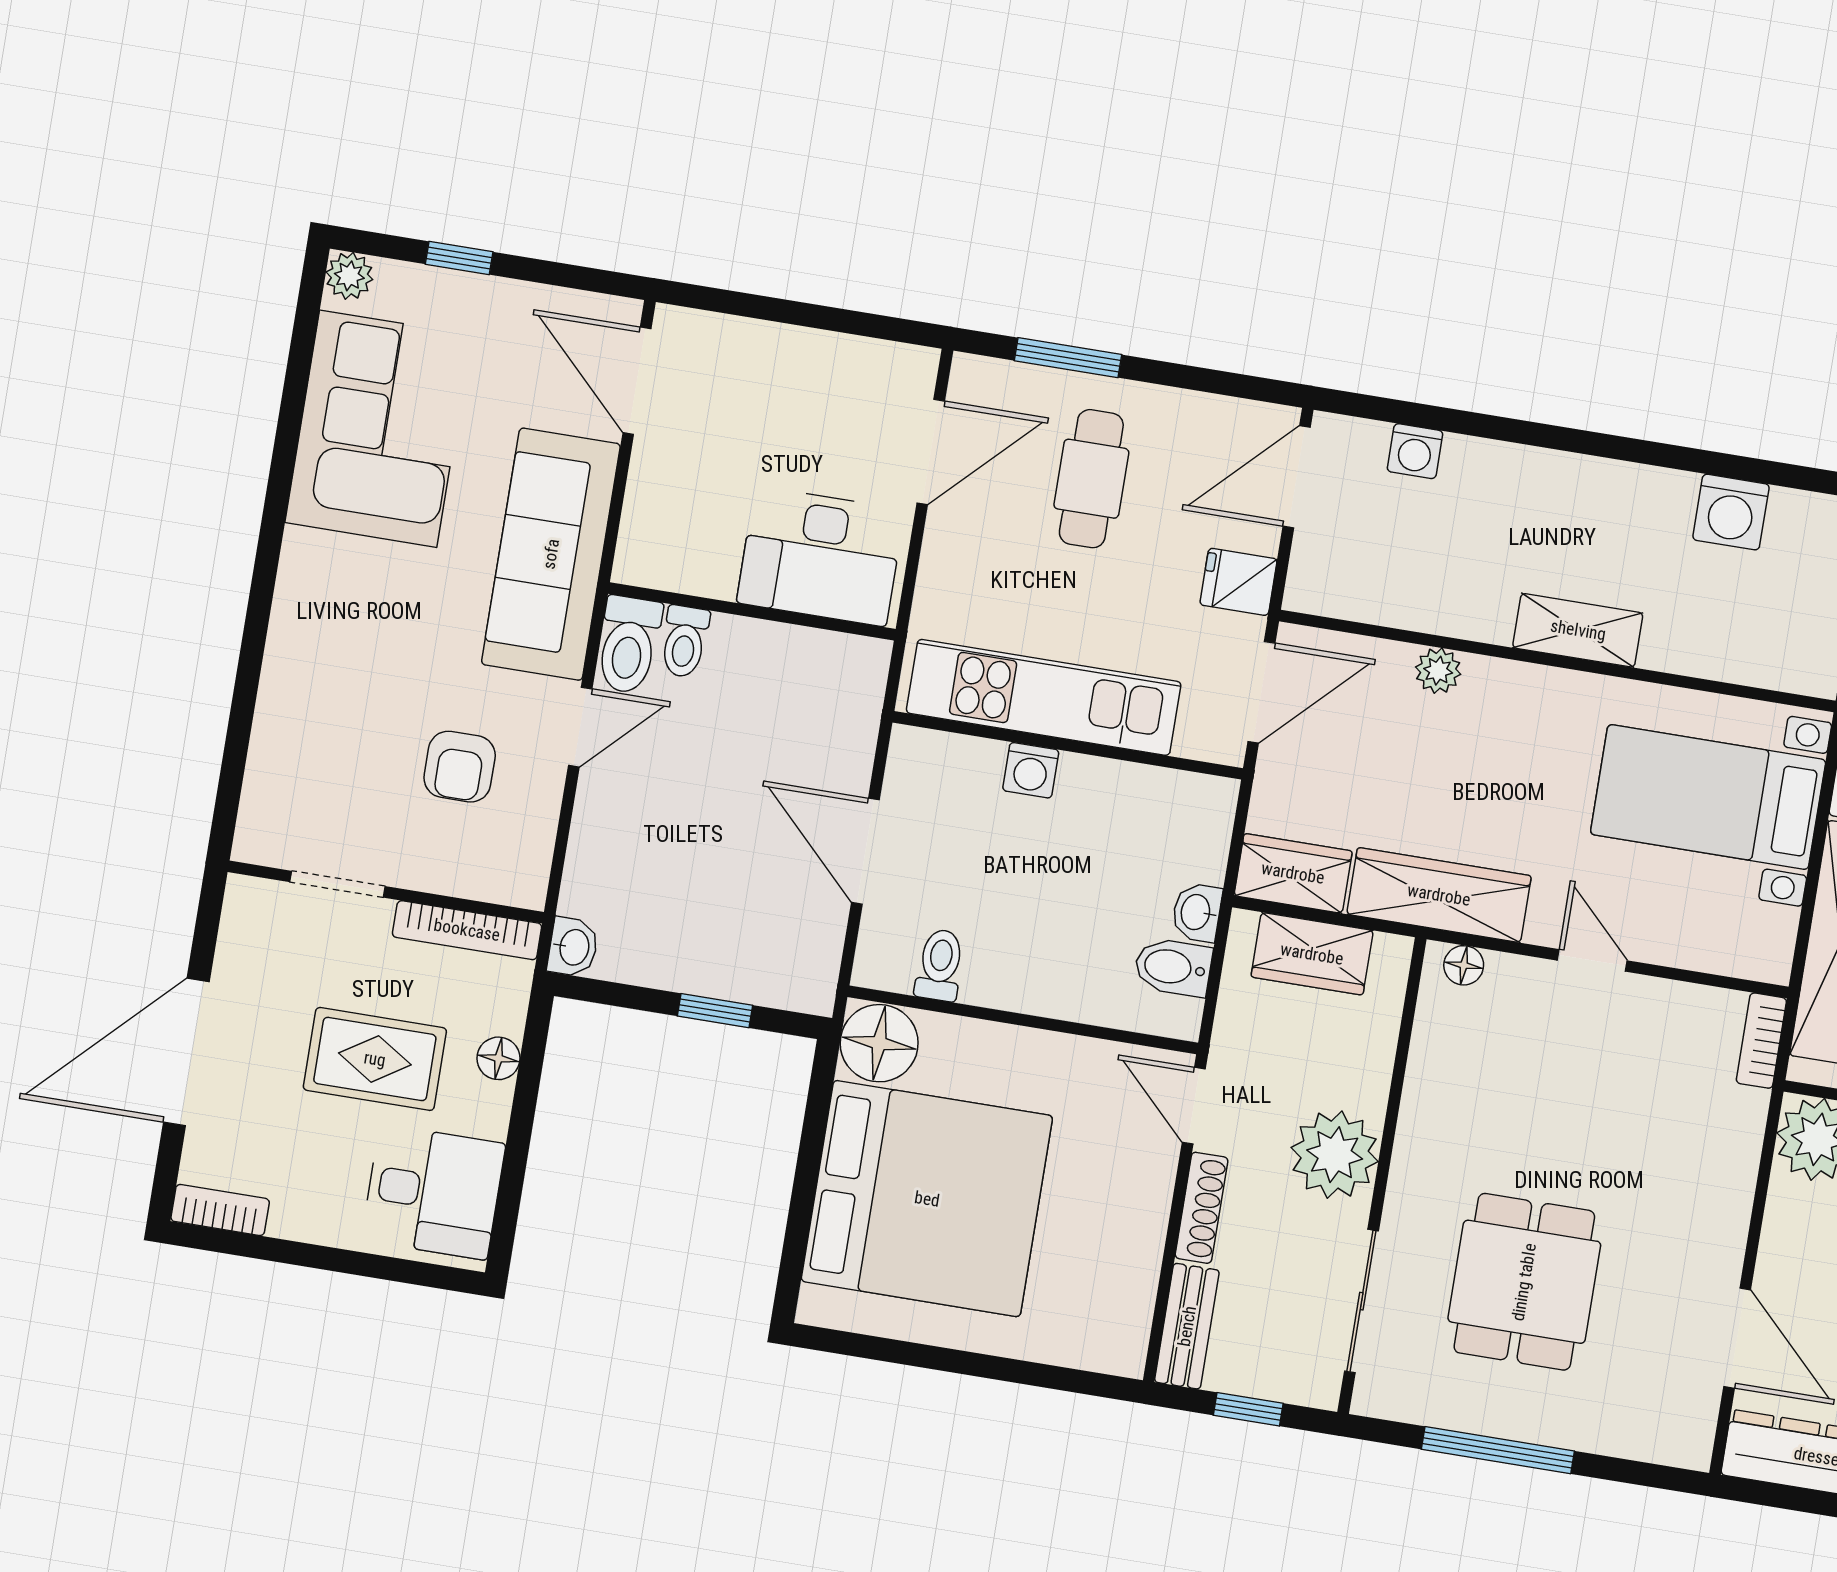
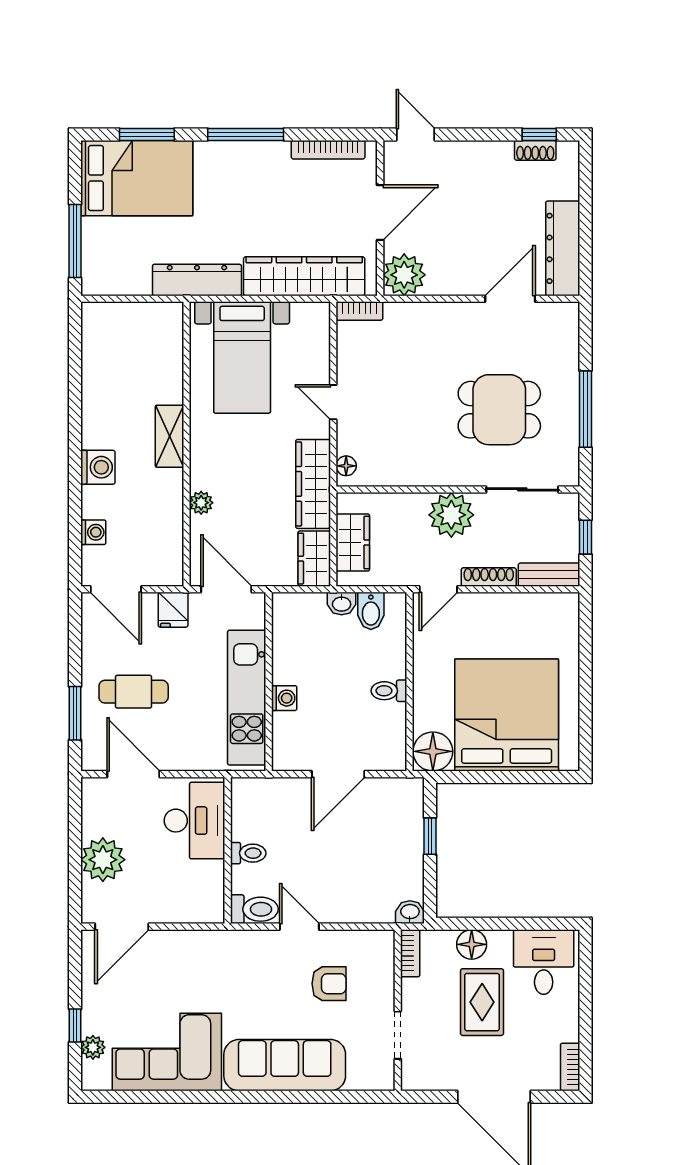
plant: (349, 276) -> (93, 1047), moved
plant: (774, 365) -> (103, 860), added
washing machine: (1731, 512) -> (98, 467), moved
sofa: (551, 554) -> (285, 1065), moved, turned 180
toilet: (685, 641) -> (248, 853), moved
bookcase: (467, 930) -> (410, 953), width x0.64
door: (1592, 960) -> (333, 402), hinge flipped
toilet: (940, 965) -> (389, 691), moved
floor lamp: (498, 1058) -> (472, 944), width x1.37, depth x1.37

